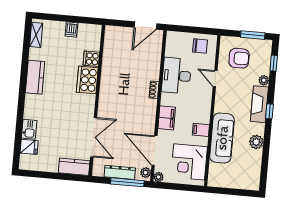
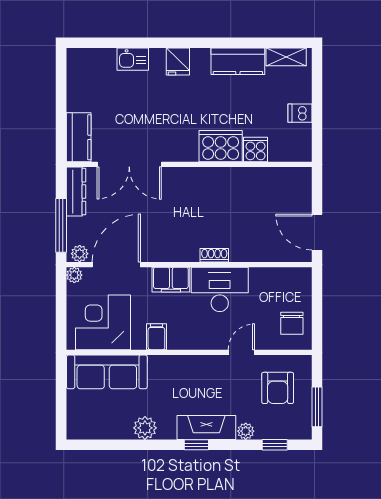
desk: (176, 76) -> (220, 289), moved
kitchen counter: (35, 77) -> (238, 61), moved
sofa: (222, 138) -> (107, 372), moved
fridge: (29, 147) -> (178, 62), moved
dresser: (120, 172) -> (76, 192), moved

